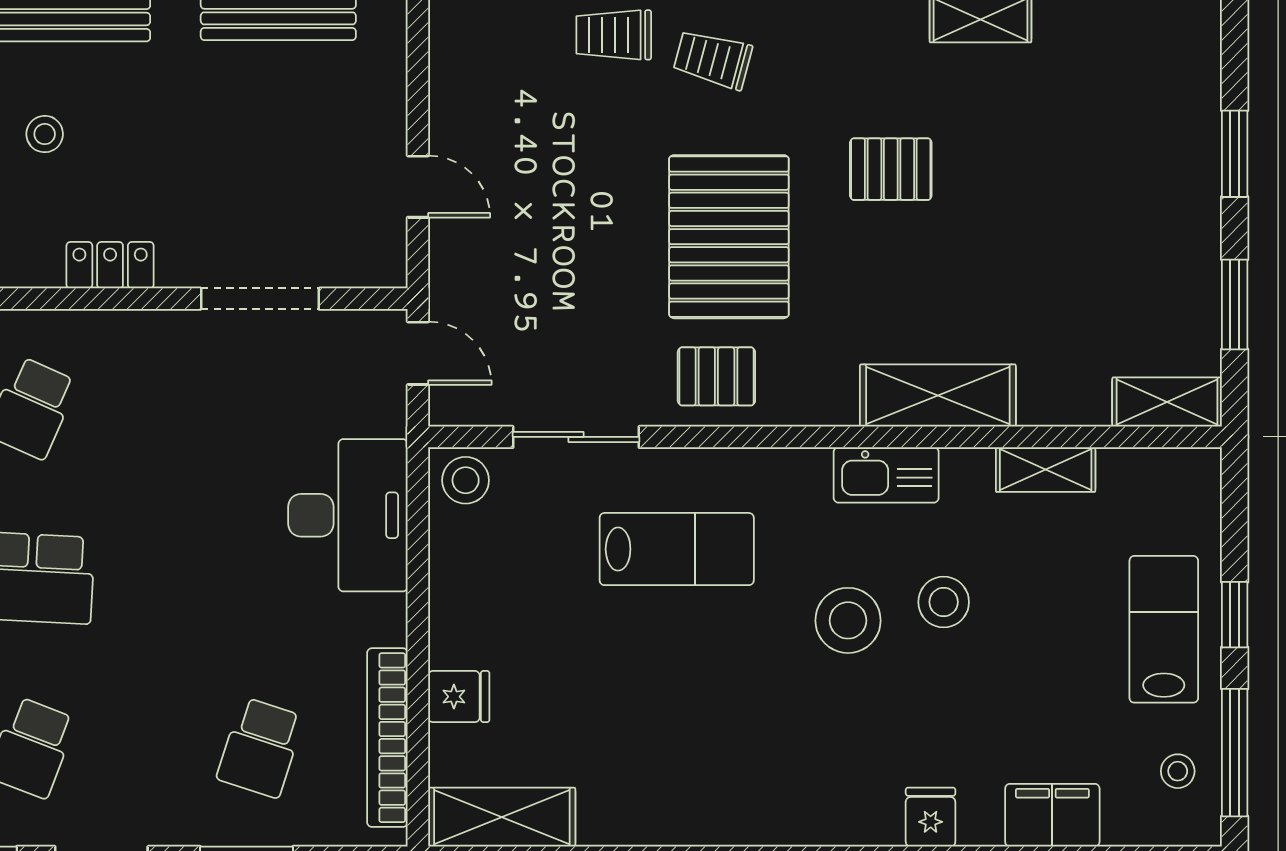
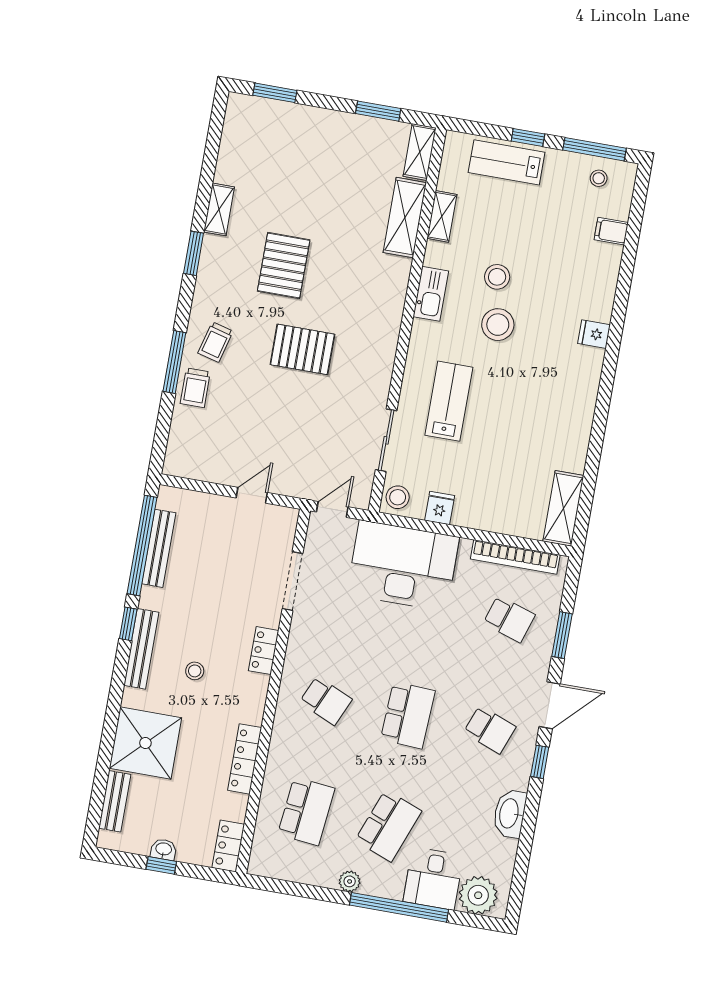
window: (1235, 154) -> (275, 93), moved
pallet: (891, 169) -> (284, 265), width x1.50, depth x1.42
pallet: (729, 237) -> (302, 349), width x0.73, depth x0.71
pallet: (716, 376) -> (369, 367), removed
shelving: (938, 396) -> (405, 218), moved
desk: (348, 515) -> (403, 566), width x1.36, depth x1.30
lab bench: (1164, 629) -> (507, 162), moved
fridge: (459, 697) -> (440, 508), moved
filing cabinet: (1052, 815) -> (611, 231), width x0.50
fridge: (931, 817) -> (594, 334), moved

